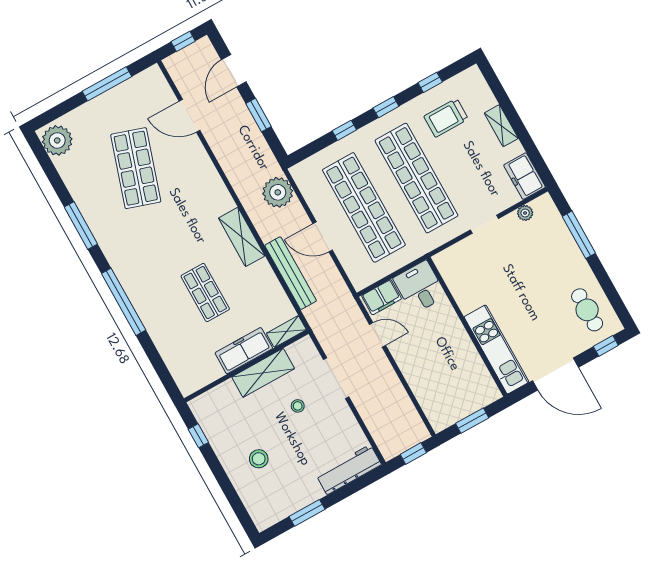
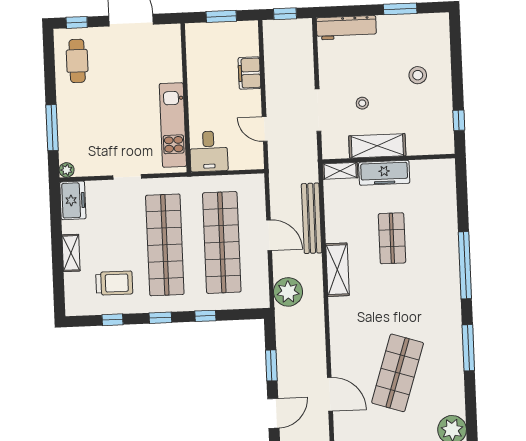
plant: (525, 213) -> (67, 170), moved
filing cabinet: (382, 297) -> (249, 73), moved, turned -90
kitchen unit: (497, 349) -> (173, 125), moved

